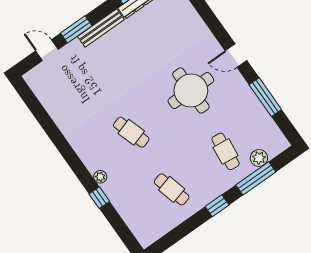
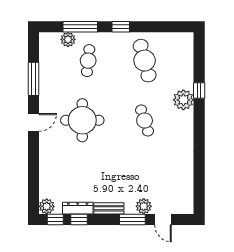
bench: (101, 28) -> (109, 208), width x0.73
plant: (74, 50) -> (144, 206), added
door: (236, 56) -> (34, 122), hinge flipped
plant: (100, 177) -> (183, 100), width x1.87, depth x1.87
cafe table: (172, 189) -> (145, 61), width x1.37, depth x1.35

